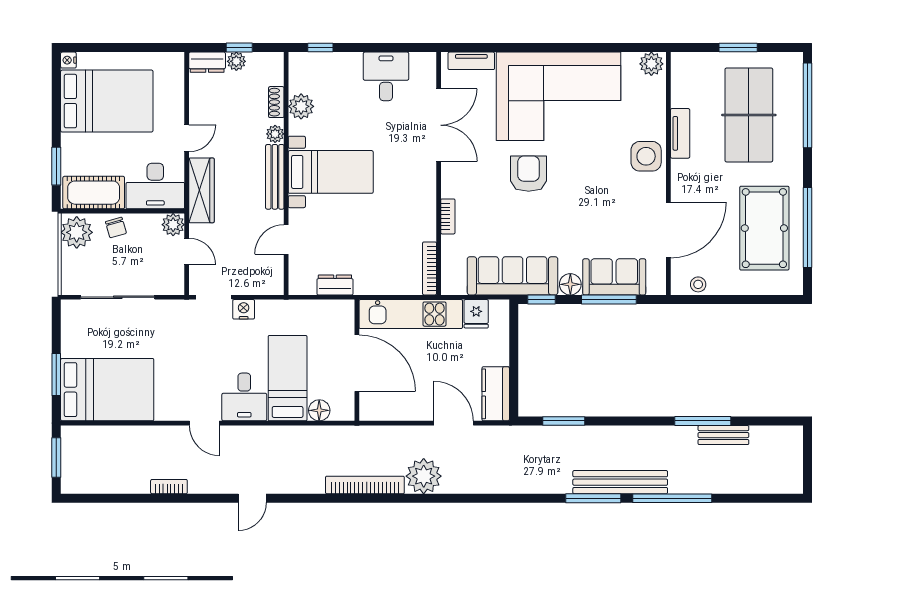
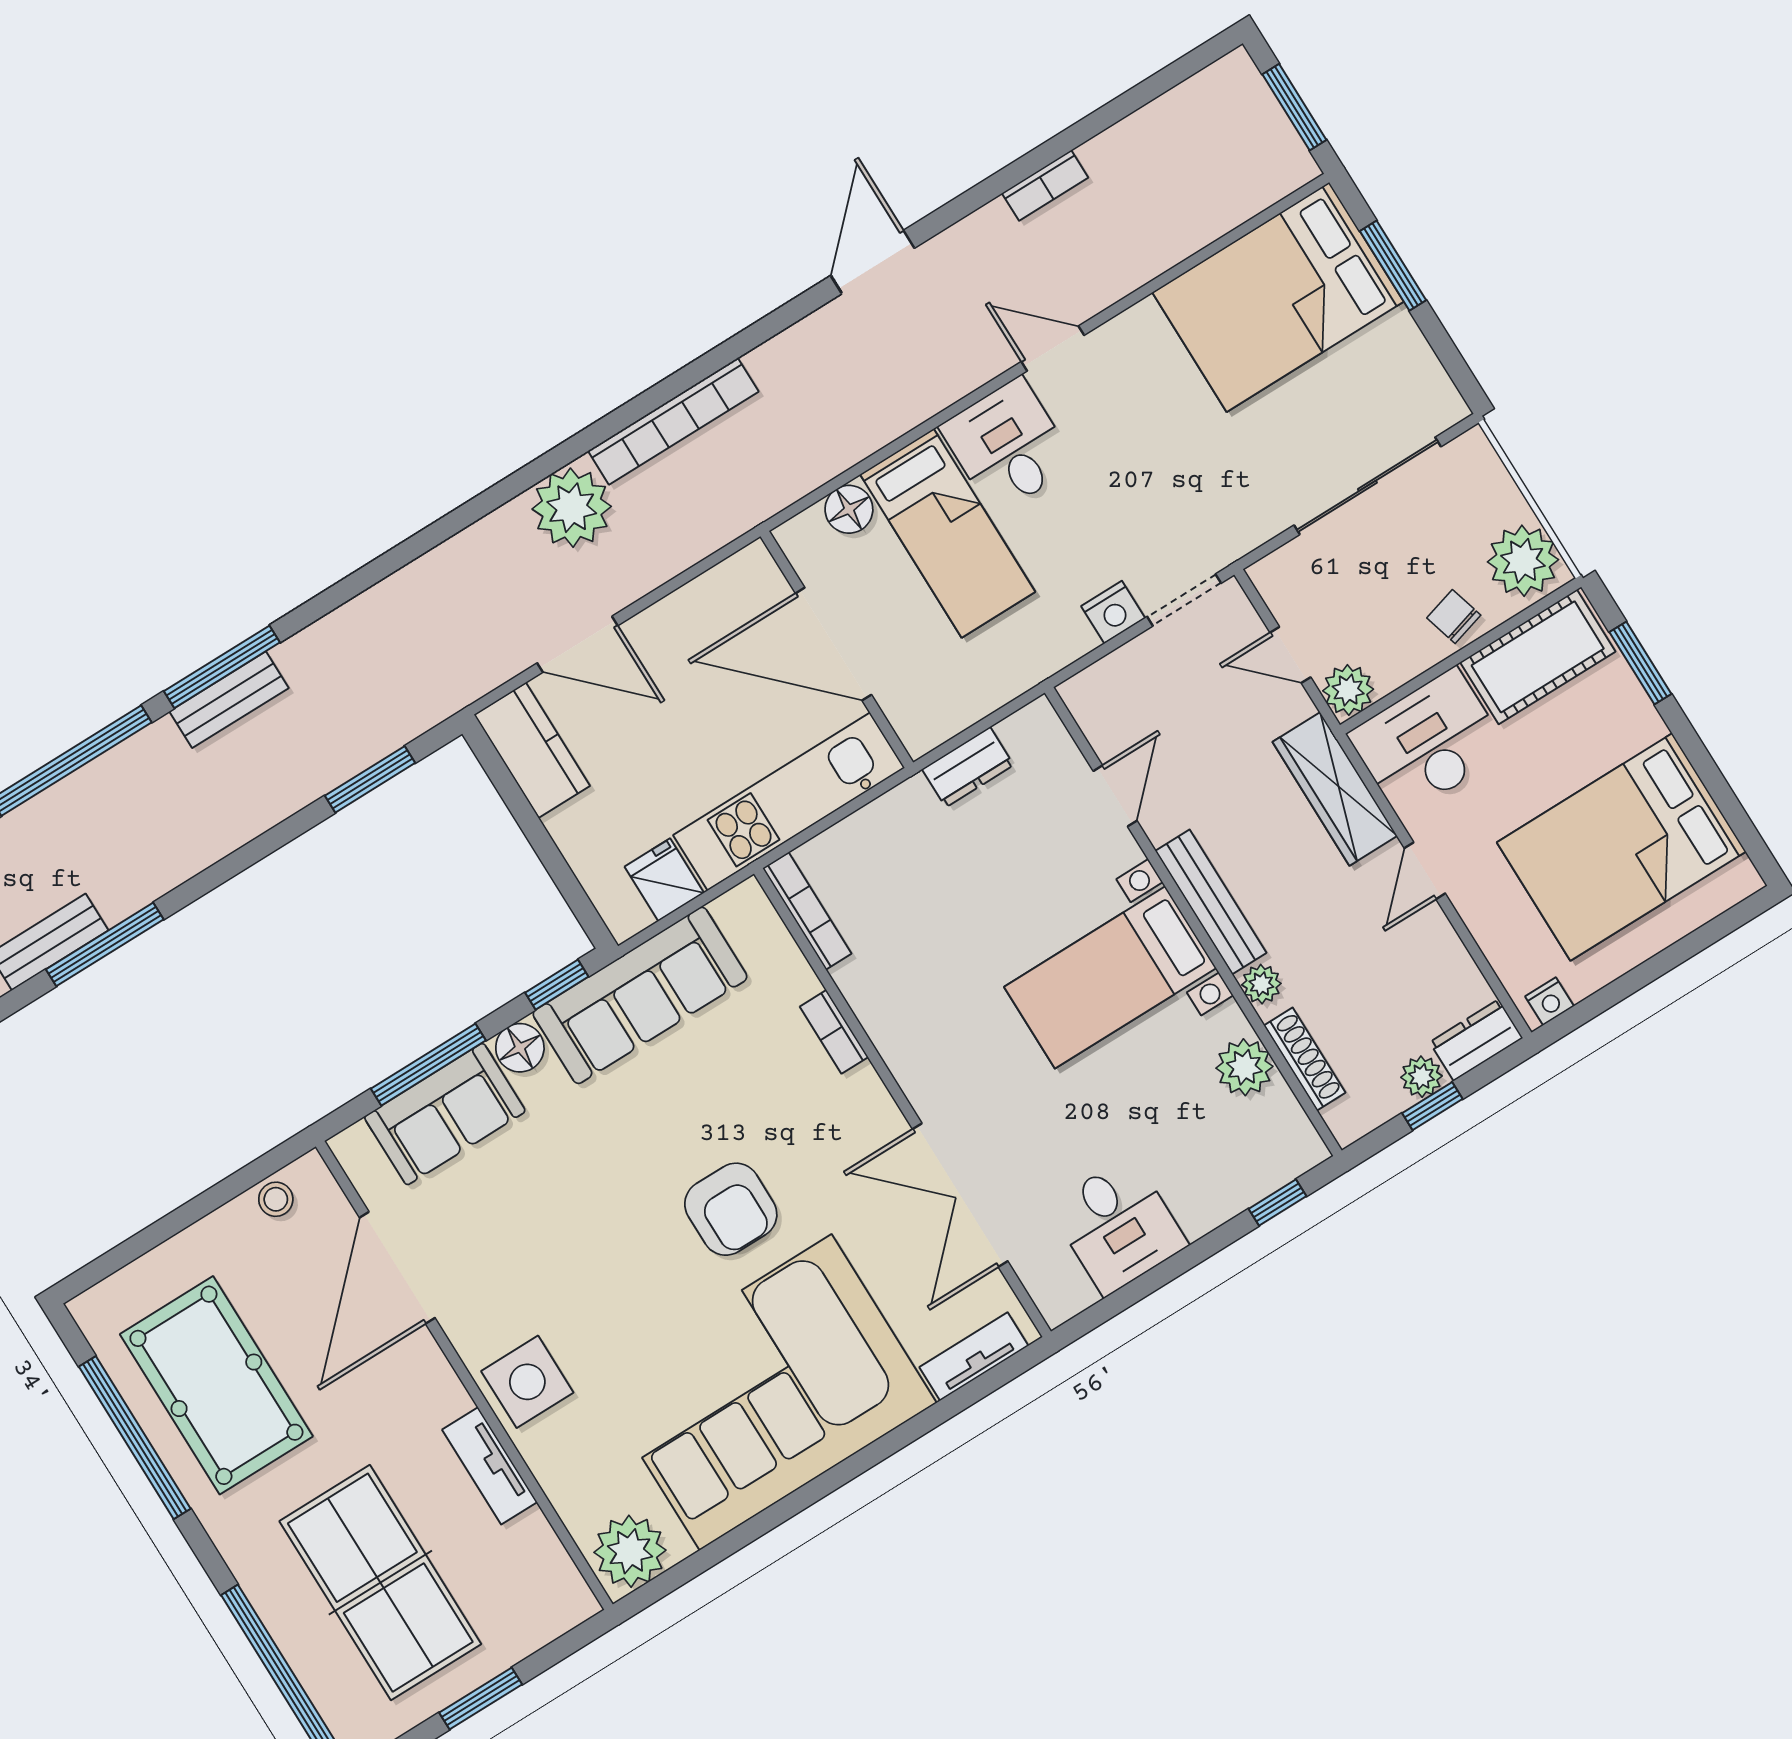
nightstand: (68, 60) -> (1549, 1001), moved, turned 90
plant: (651, 64) -> (630, 1551), width x1.36, depth x1.36
shoe rack: (276, 102) -> (1305, 1059), width x1.43
bench: (620, 482) -> (229, 700), width x0.54, depth x0.82
door: (252, 498) -> (872, 262), width x1.37

